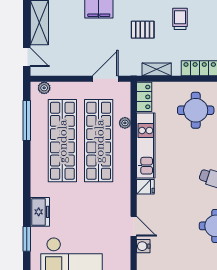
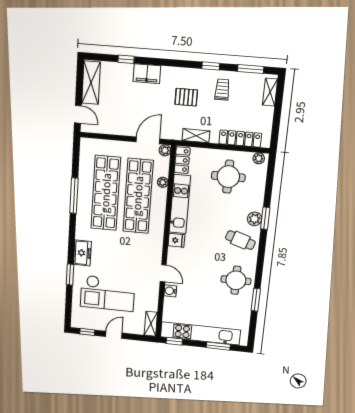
plant: (44, 88) -> (165, 150), moved
window: (27, 120) -> (74, 196), moved

